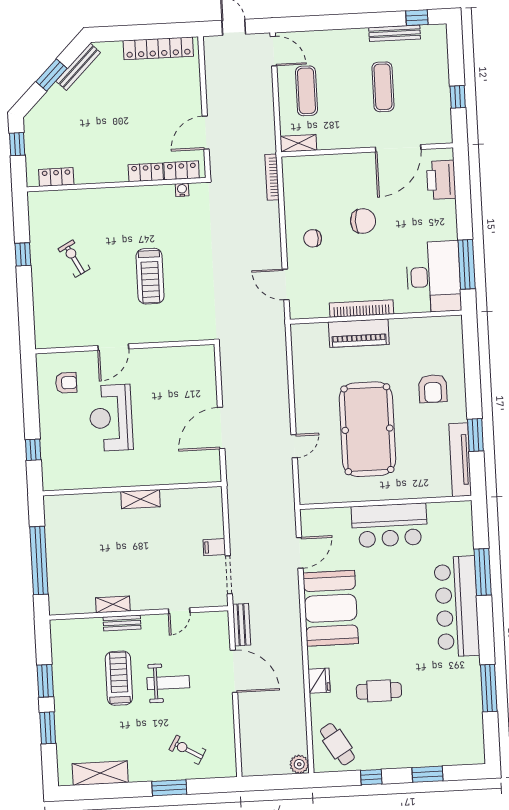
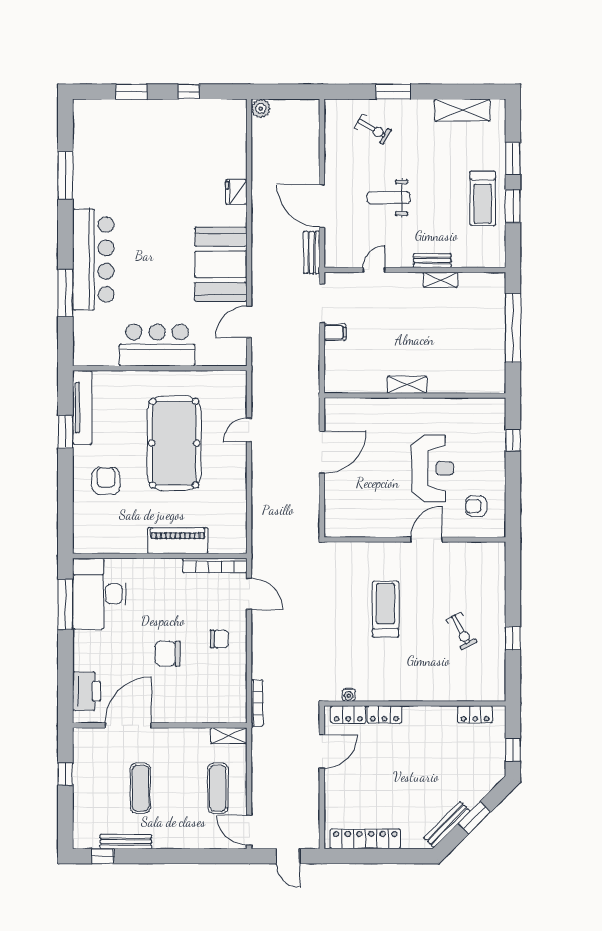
bookcase: (362, 309) -> (215, 565), moved
treadmill: (119, 678) -> (483, 198), moved
cafe table: (379, 691) -> (176, 178), removed
cafe table: (337, 744) -> (221, 127), removed

